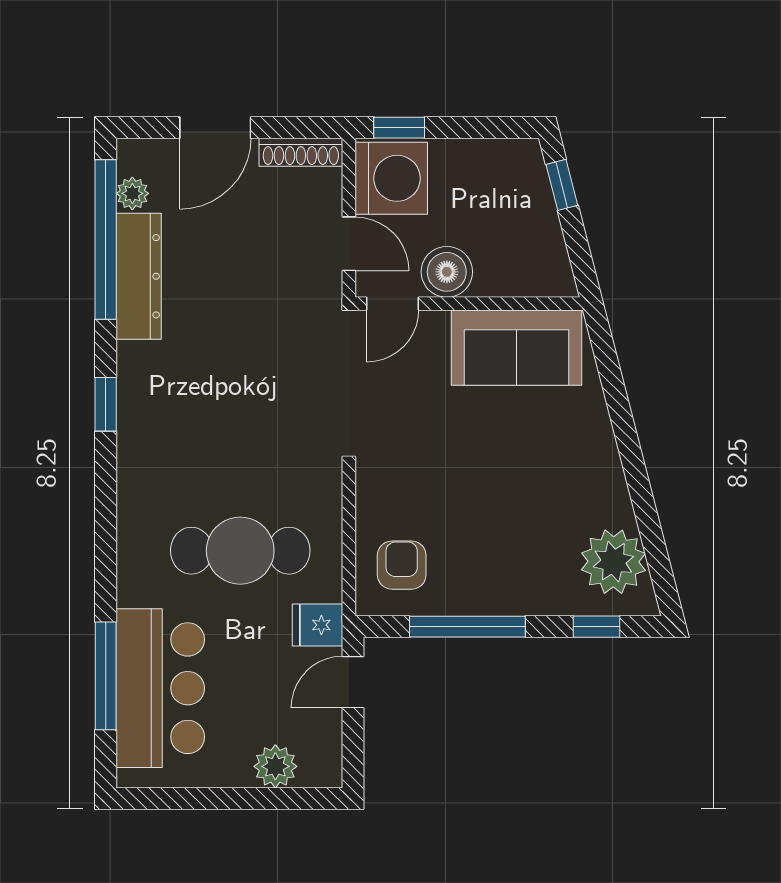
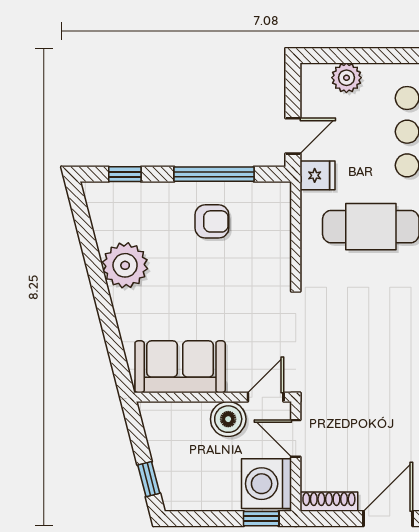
plant: (613, 562) -> (125, 265), moved
armchair: (402, 565) -> (212, 221), moved, turned -90

